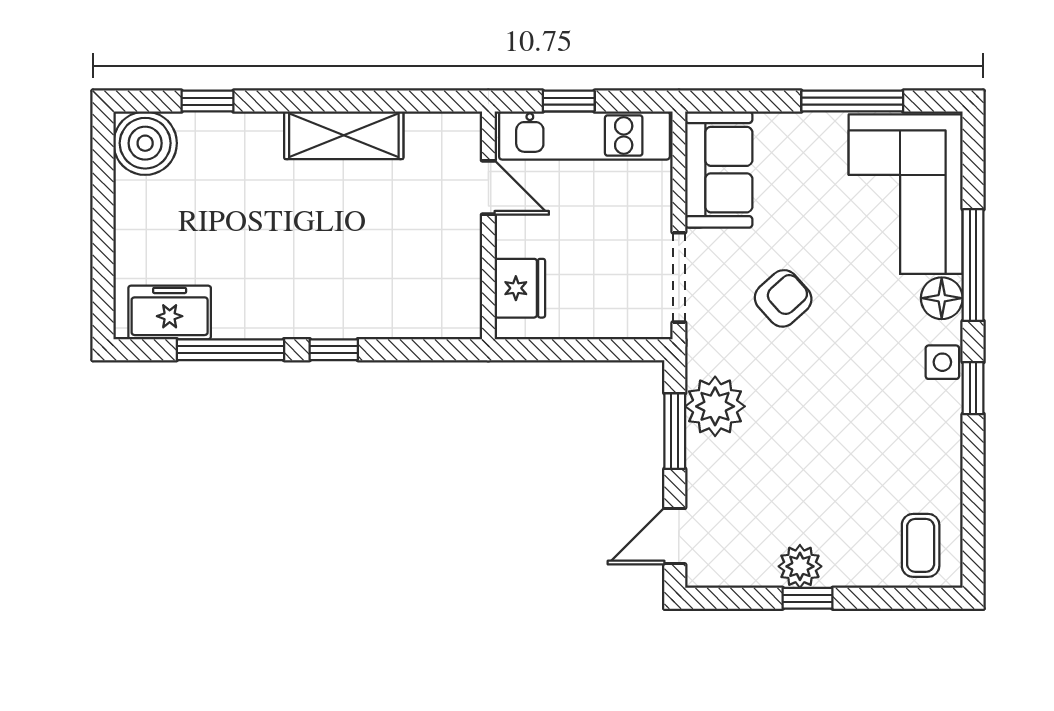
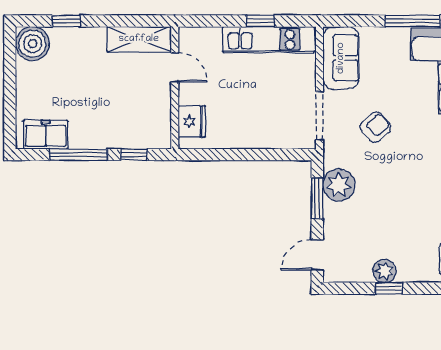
door: (488, 187) -> (175, 67), moved
wall: (488, 225) -> (175, 88), moved
fridge: (520, 288) -> (192, 122), moved

